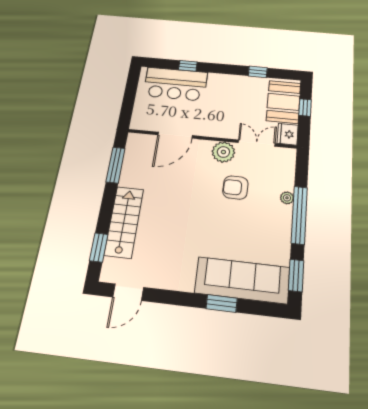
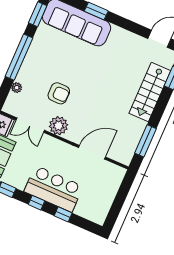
window: (221, 69) -> (36, 203), added
bar counter: (175, 84) -> (54, 189), moved
plant: (287, 198) -> (17, 88), moved

